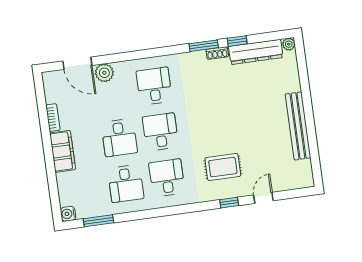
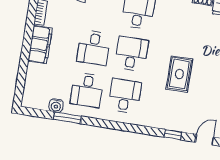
rug: (223, 167) -> (179, 74), moved, turned 90
water cooler: (68, 214) -> (56, 106), moved, turned -90
window: (99, 221) -> (68, 118), moved

